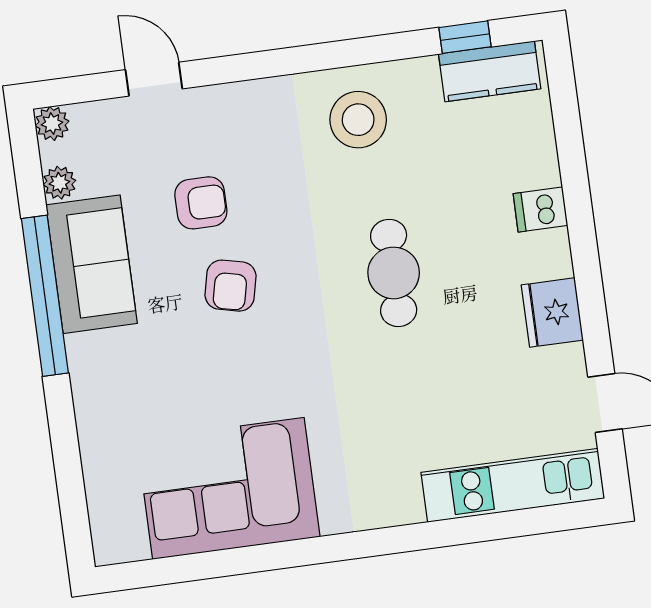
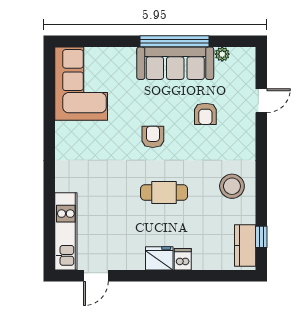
plant: (52, 123) -> (248, 54), removed
sofa: (92, 264) -> (175, 63), width x1.36
armchair: (230, 286) -> (153, 137), moved, turned 77
fridge: (552, 312) -> (159, 258), moved
corner sofa: (228, 488) -> (81, 84), moved

